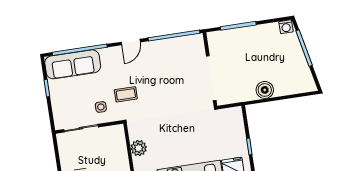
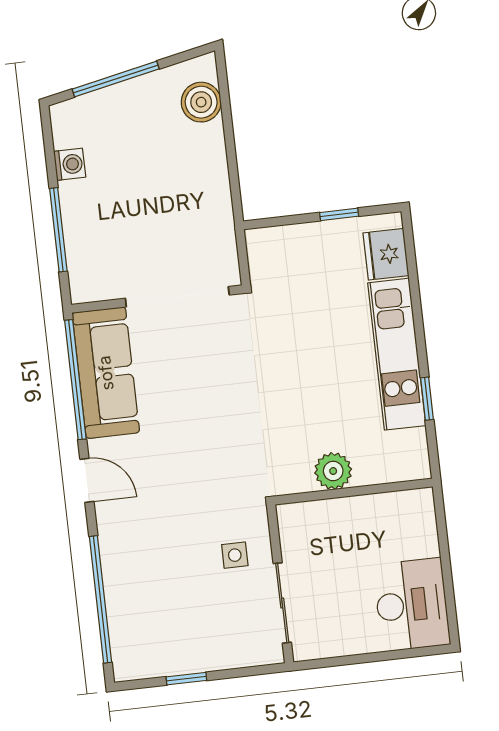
washing machine: (286, 27) -> (70, 164), moved
sofa: (73, 64) -> (106, 373), moved
boiler: (265, 90) -> (201, 102), moved
coffee table: (126, 94) -> (208, 496), removed

